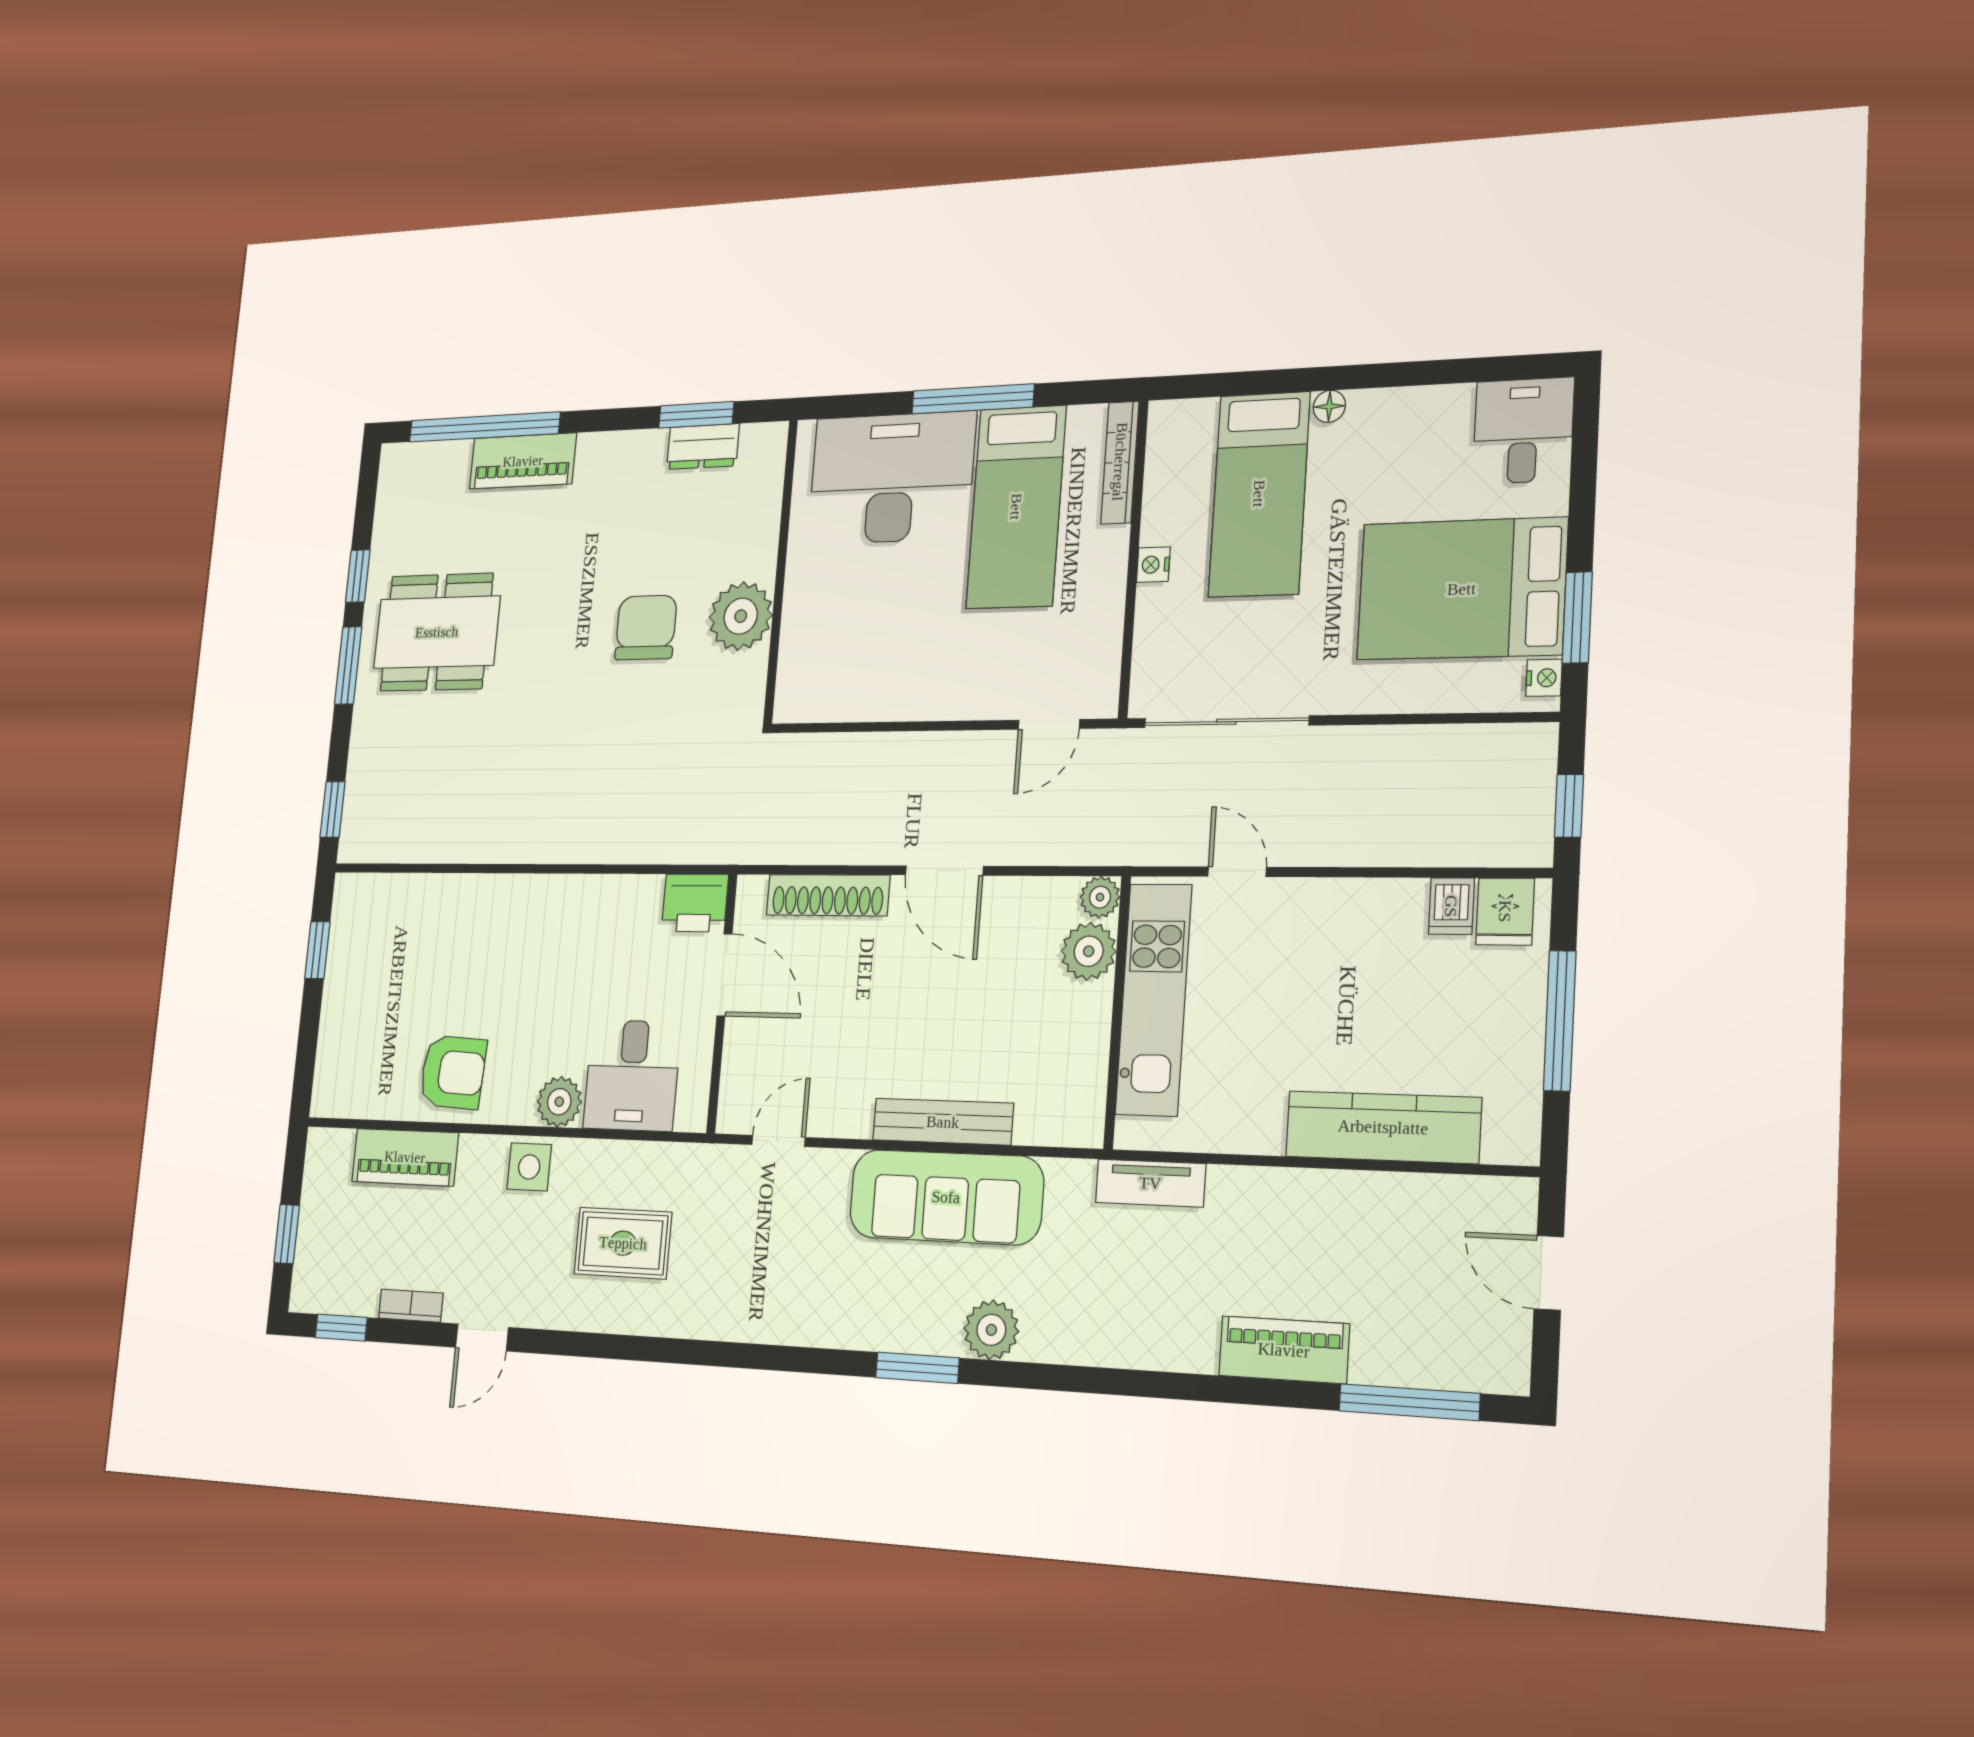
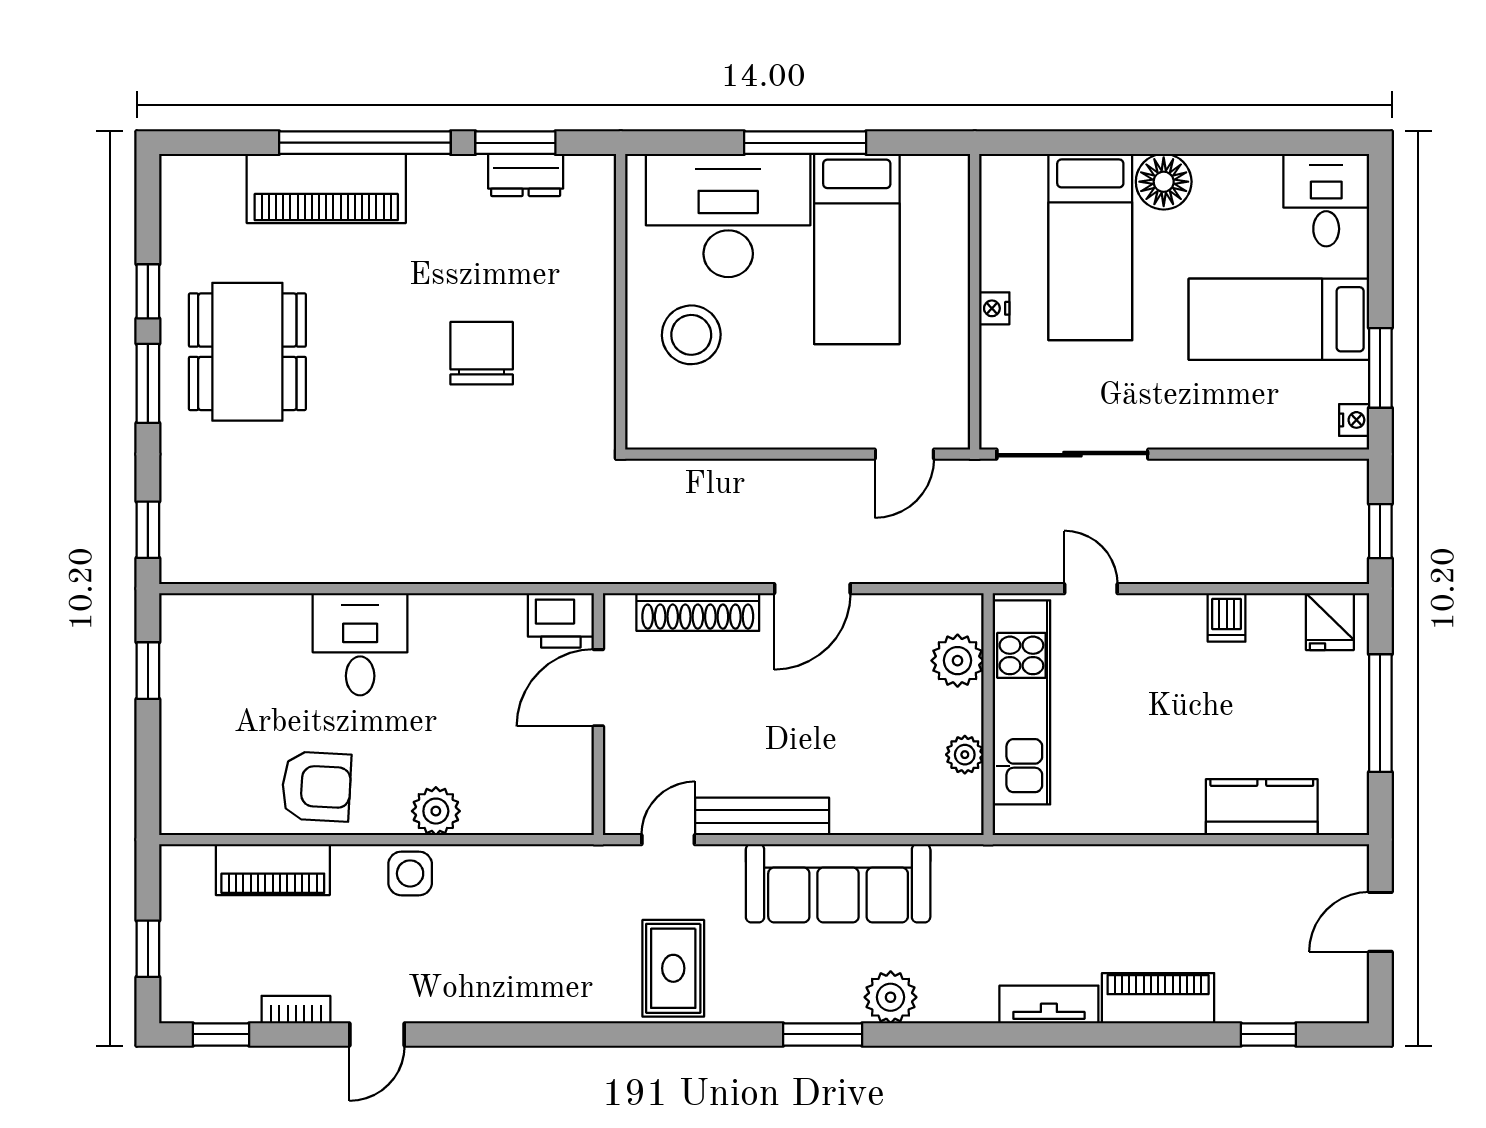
floor lamp: (1329, 406) -> (1164, 182), width x1.89, depth x1.89
window: (484, 427) -> (365, 143), moved
piano: (523, 461) -> (326, 188), width x1.37, depth x1.33
bookcase: (1120, 462) -> (956, 211), removed
bed: (1462, 589) -> (1279, 319), width x0.67
stool: (846, 603) -> (691, 335), added
plant: (741, 616) -> (583, 345), removed
dining table: (437, 632) -> (247, 352), turned 90
door: (944, 871) -> (812, 589), hinge flipped
plant: (1100, 897) -> (965, 755), moved
dishwasher: (1451, 906) -> (1227, 617), moved
door: (724, 975) -> (598, 688), swing flipped
desk: (632, 1075) -> (360, 644), moved, turned 180
bench: (943, 1122) -> (762, 816), moved
kitchen counter: (1383, 1127) -> (1262, 807), width x0.67
tv unit: (1150, 1183) -> (1049, 1004), moved, turned 180
rug: (623, 1243) -> (673, 968), moved, turned 90
door: (1549, 1273) -> (1380, 922), hinge flipped
window: (1409, 1402) -> (1268, 1034), width x0.46

